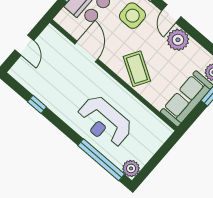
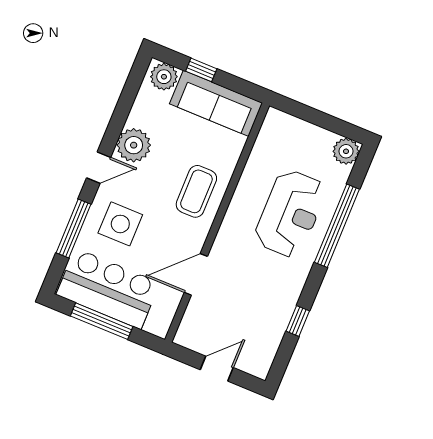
coffee table: (137, 69) -> (196, 191), turned -31
window: (101, 160) -> (337, 226), moved

